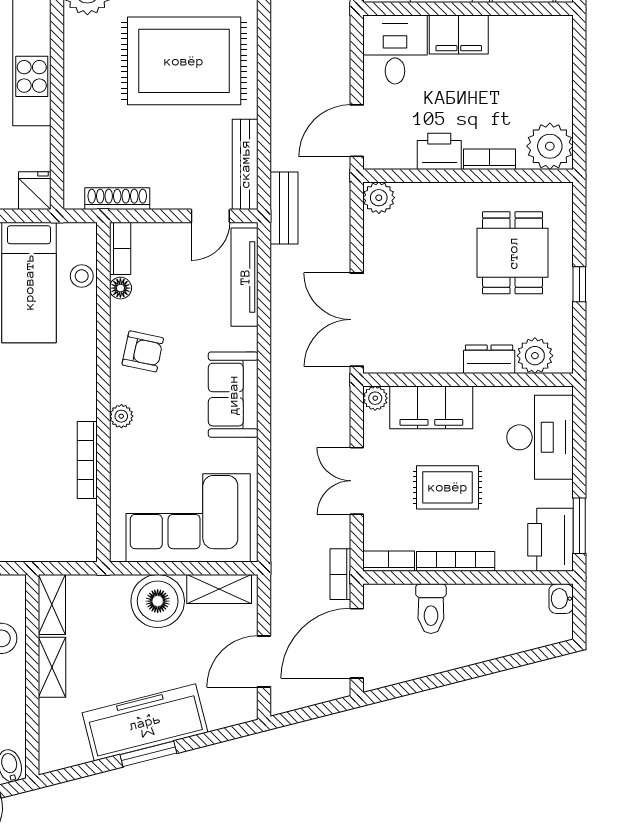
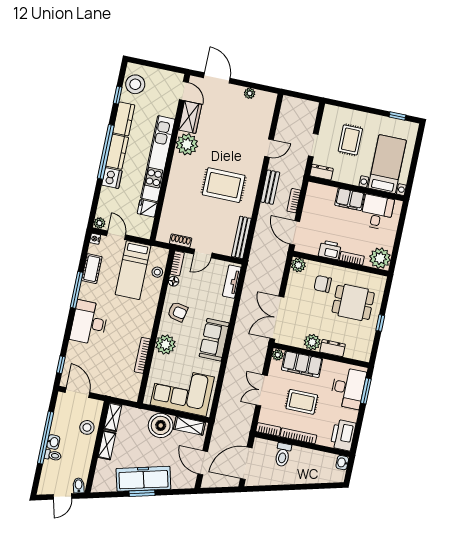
desk: (395, 50) -> (377, 212), moved
rug: (184, 61) -> (224, 185), width x0.73, depth x0.69
door: (357, 131) -> (295, 233), hinge flipped
fridge: (35, 191) -> (147, 208), moved, turned -90
shoe rack: (117, 199) -> (181, 241), width x0.70
bench: (284, 208) -> (270, 187), moved
door: (210, 216) -> (203, 253), moved
chair: (439, 227) -> (323, 284), added
dining table: (513, 253) -> (353, 302), turned 90
tv unit: (245, 277) -> (232, 282), width x0.71
plant: (535, 356) -> (312, 342), moved
plant: (121, 416) -> (165, 344), width x1.88, depth x1.88
window: (579, 526) -> (366, 391), moved
bookcase: (340, 574) -> (294, 201), moved
door: (264, 661) -> (203, 463), hinge flipped

